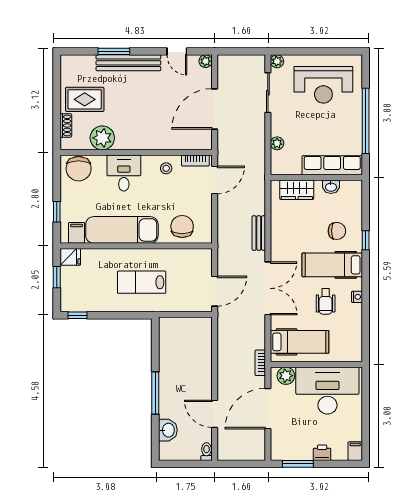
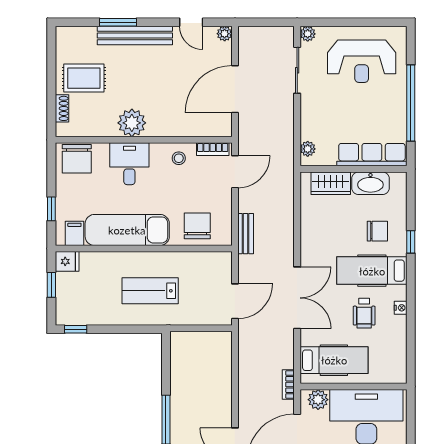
plant: (102, 138) -> (132, 123), moved
plant: (277, 143) -> (308, 149), moved
washbasin: (331, 187) -> (370, 183), width x1.91, depth x1.45
bench: (259, 233) -> (246, 234), moved

